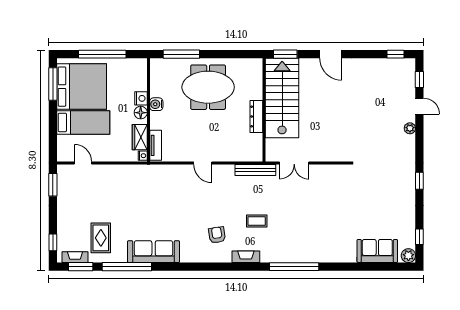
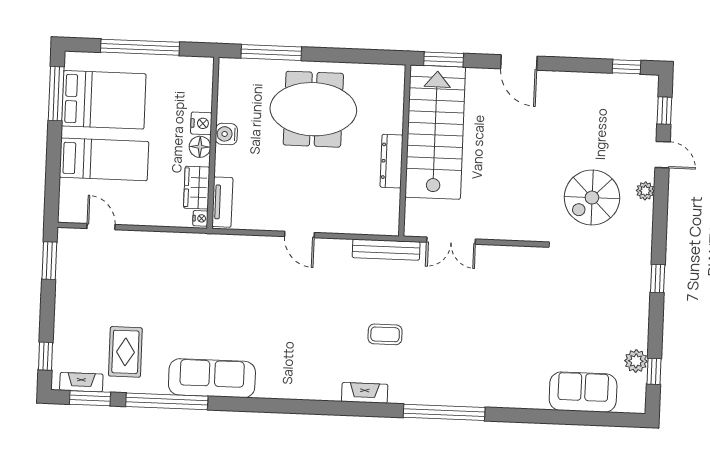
bed: (82, 87) -> (104, 100), width x0.73
spiral stairs: (378, 134) -> (592, 198), added
armchair: (217, 235) -> (318, 355), removed
plant: (408, 256) -> (636, 361), moved

